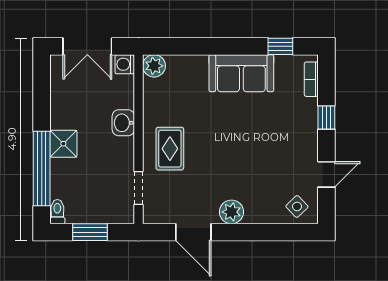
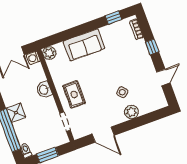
sofa: (241, 73) -> (84, 45), moved
side table: (297, 206) -> (122, 92), moved
plant: (231, 212) -> (131, 112), moved

